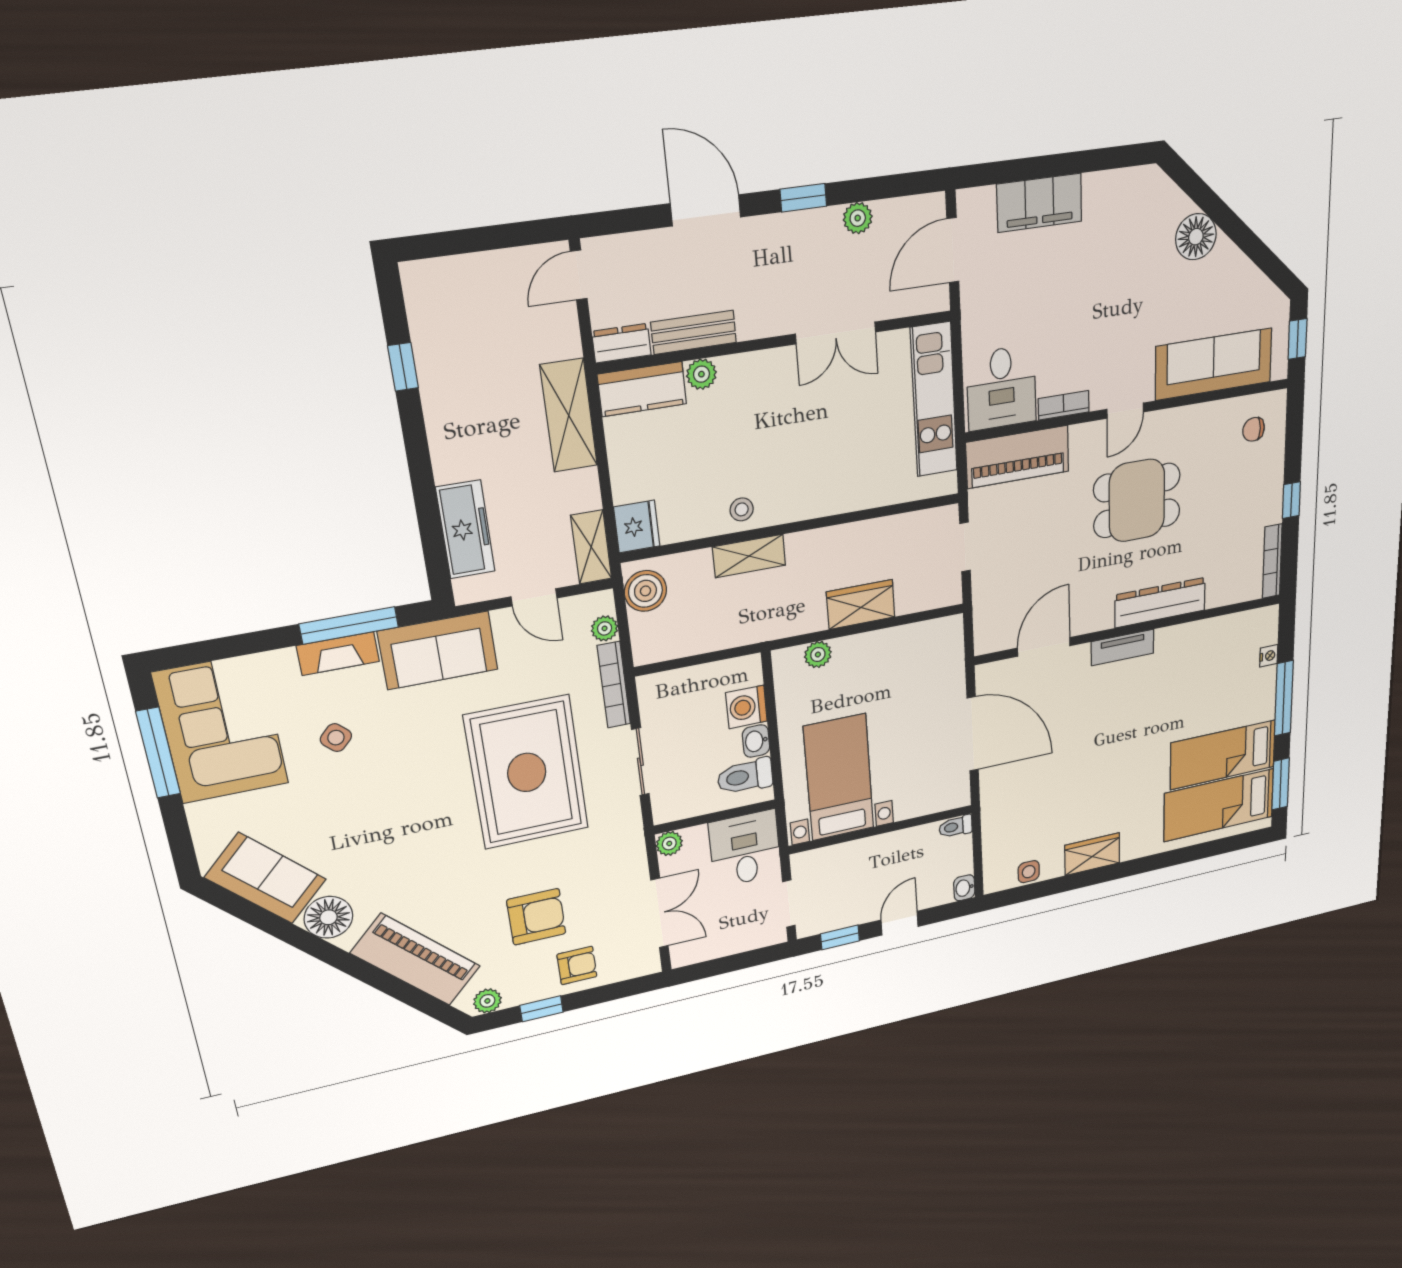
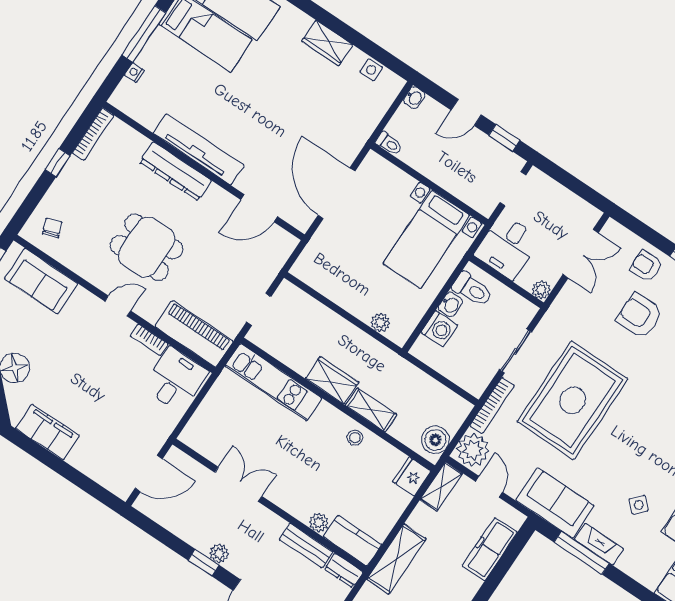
filing cabinet: (1039, 203) -> (47, 432), moved
plant: (858, 218) -> (219, 553), moved
sofa: (1214, 364) -> (41, 281), width x0.73
kitchen unit: (934, 400) -> (273, 382), moved, turned 90
chair: (1254, 429) -> (52, 228), turned -110
wardrobe: (861, 604) -> (332, 380), moved, turned 180
plant: (605, 628) -> (473, 450), width x1.88, depth x1.88
tv unit: (1123, 647) -> (199, 149), width x1.92, depth x1.29
double door: (660, 913) -> (581, 254), swing flipped

